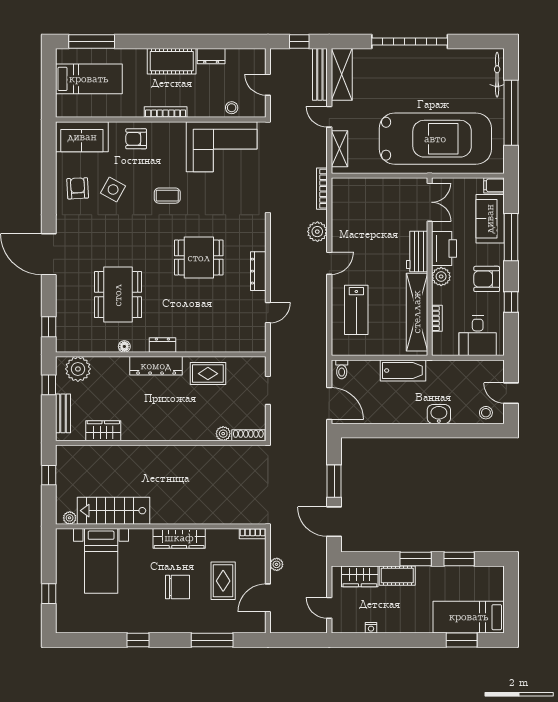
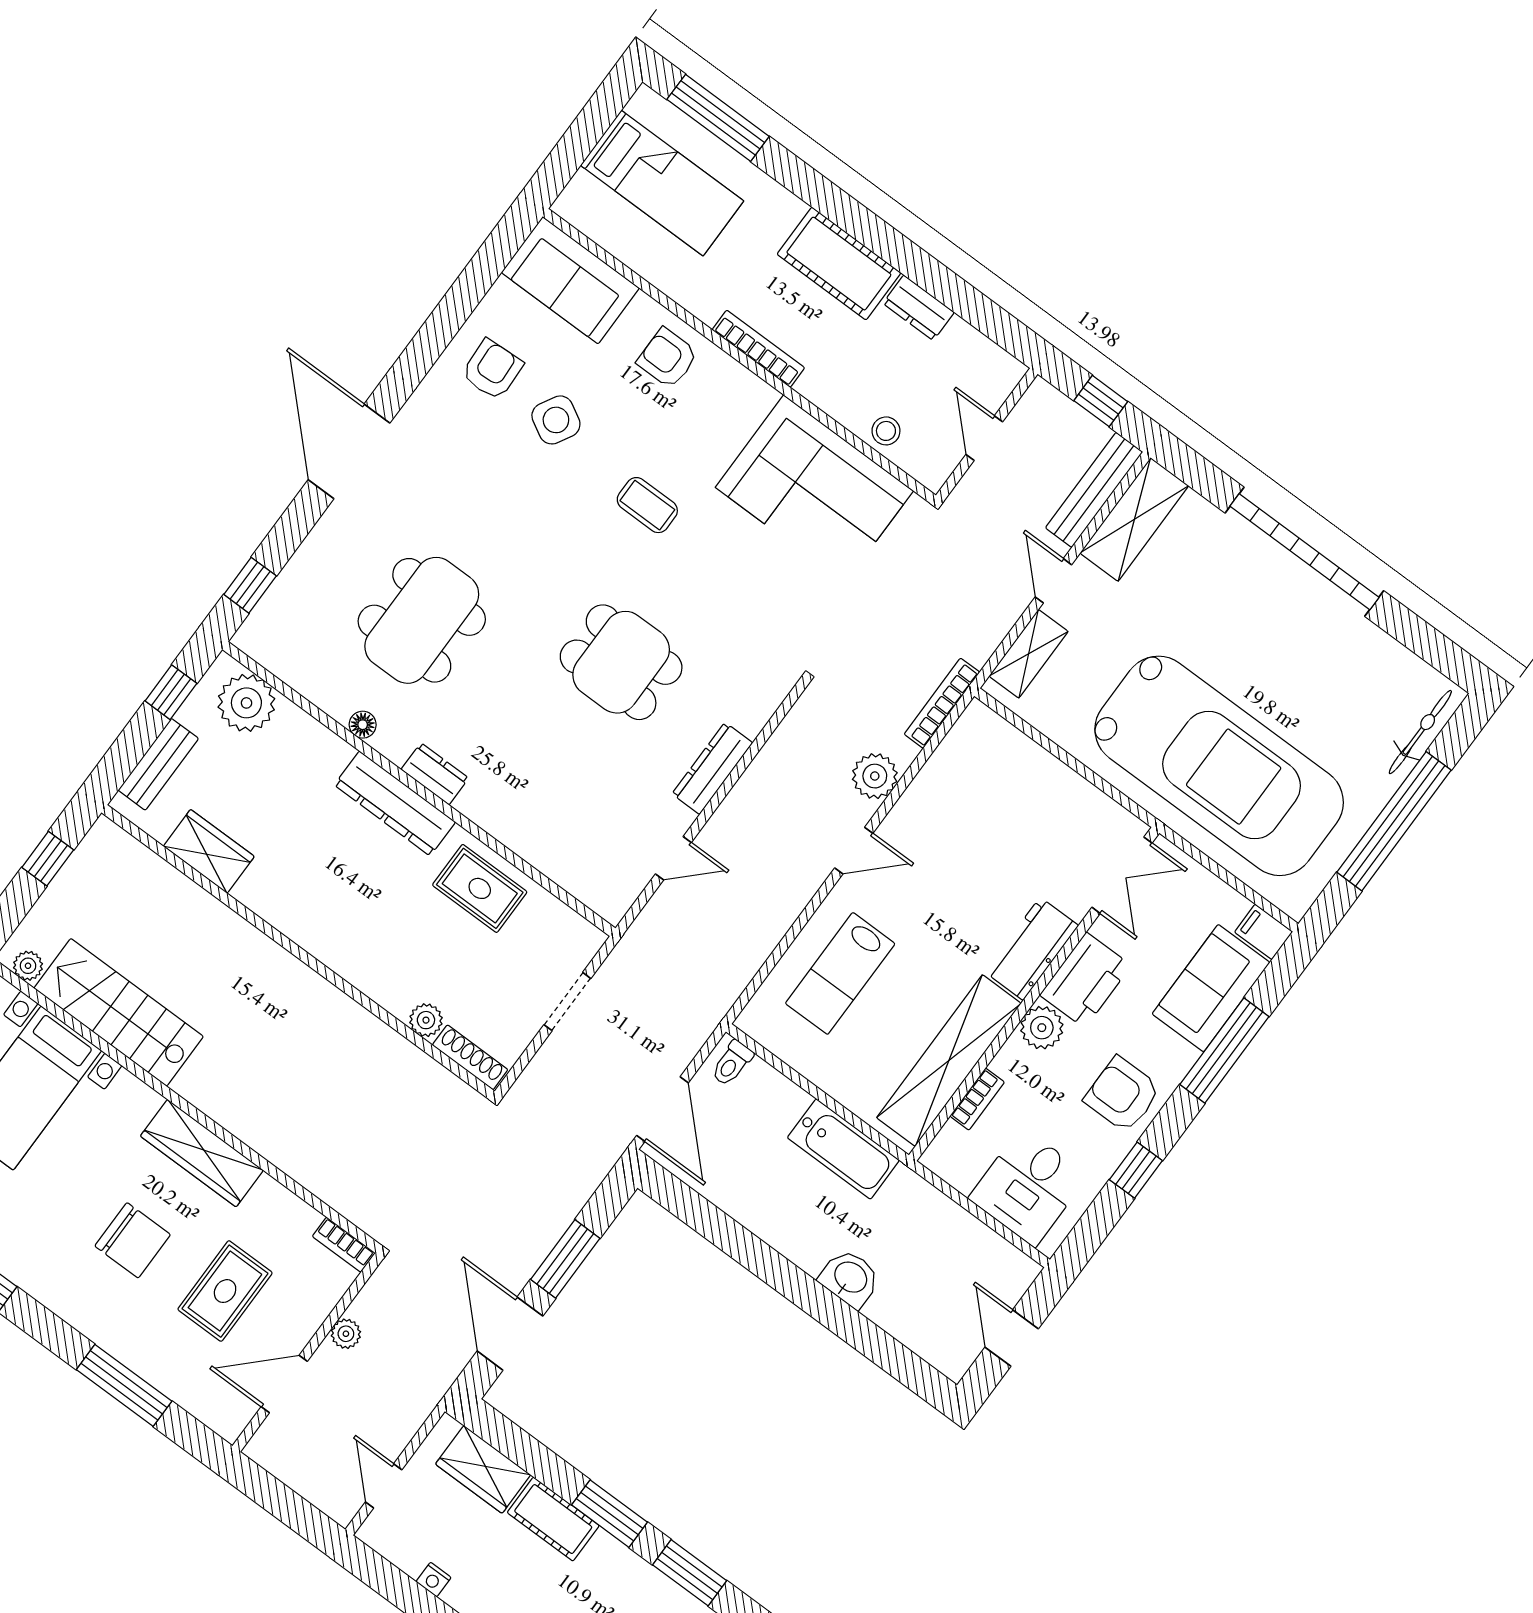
stool: (486, 413) -> (939, 1340), removed

